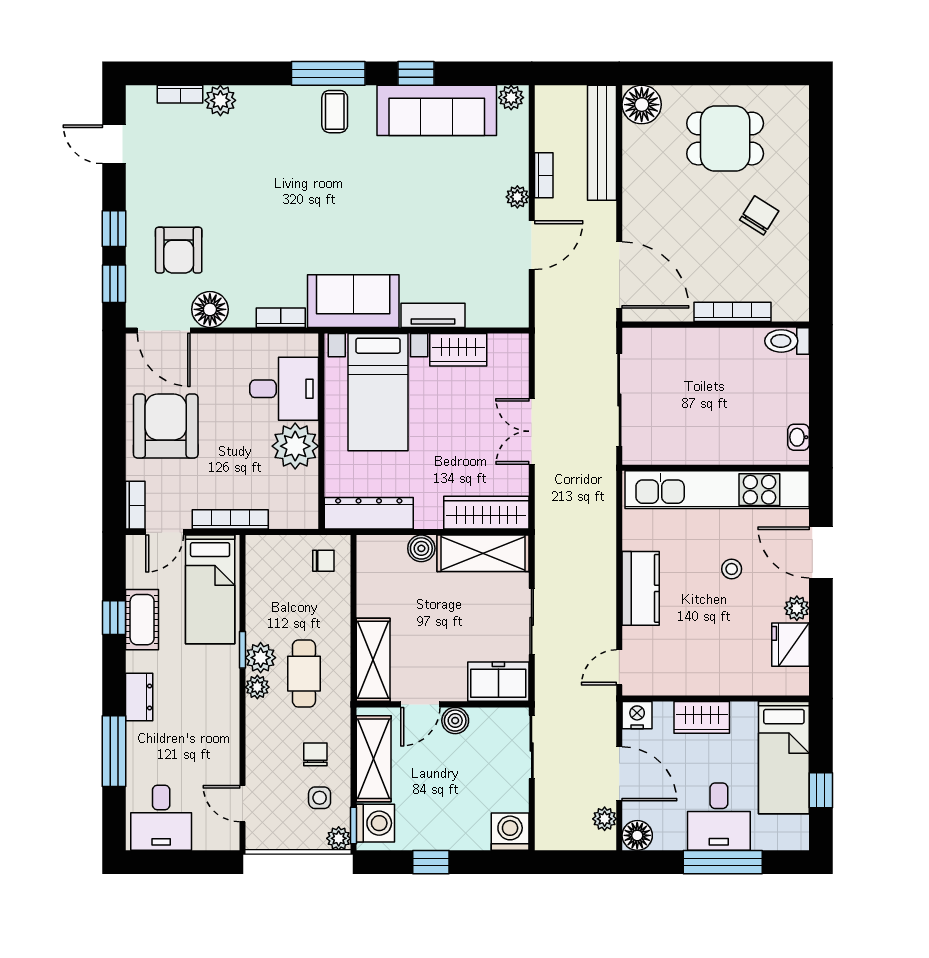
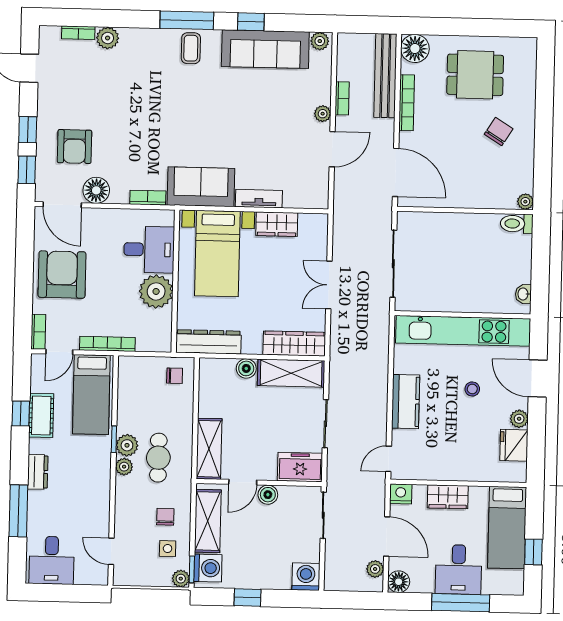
plant: (798, 311) -> (525, 202), added
bookcase: (733, 312) -> (407, 103), moved, turned 90

